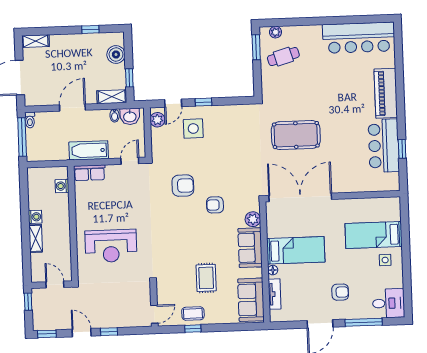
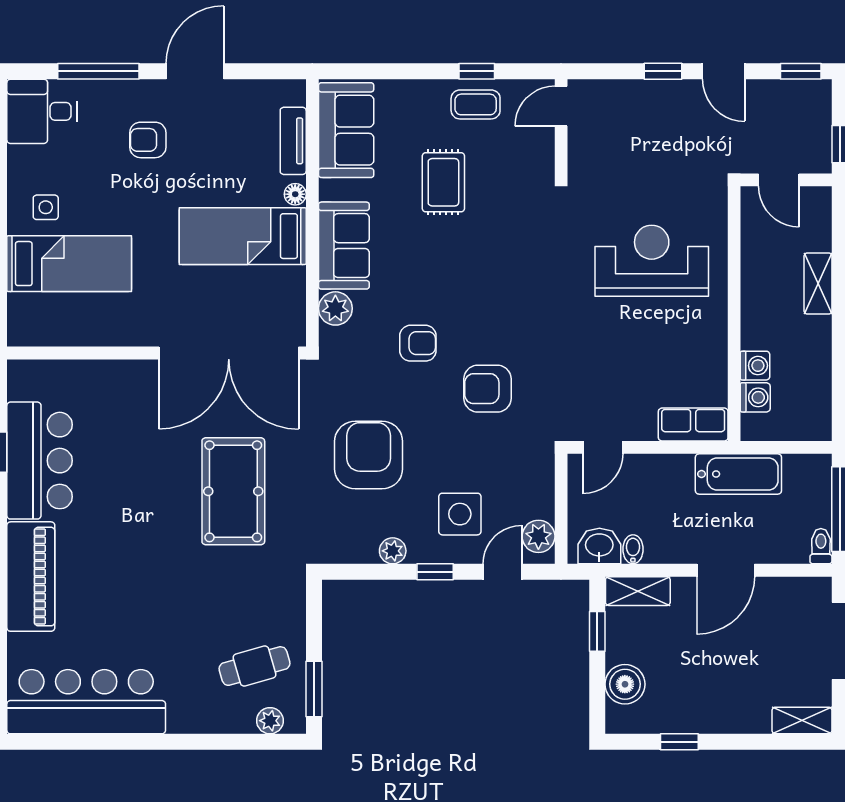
plant: (223, 111) -> (393, 551), added
pool table: (296, 135) -> (233, 491), turned 90
bathtub: (89, 150) -> (738, 474), moved
armchair: (235, 154) -> (369, 455), added
washing machine: (35, 217) -> (755, 366), moved, turned 180

